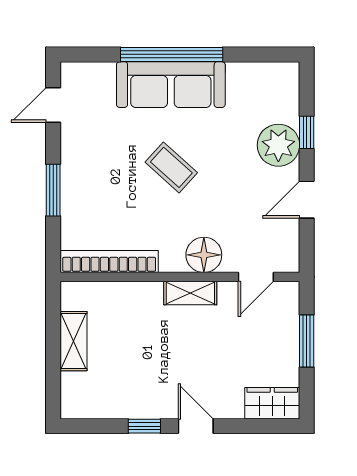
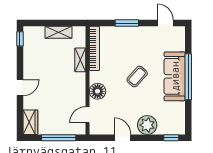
window: (307, 132) -> (171, 138), moved
door: (256, 277) -> (88, 115), hinge flipped
shelving: (190, 293) -> (80, 60), moved
window: (307, 341) -> (59, 138), width x1.44
window: (144, 426) -> (20, 39), moved

